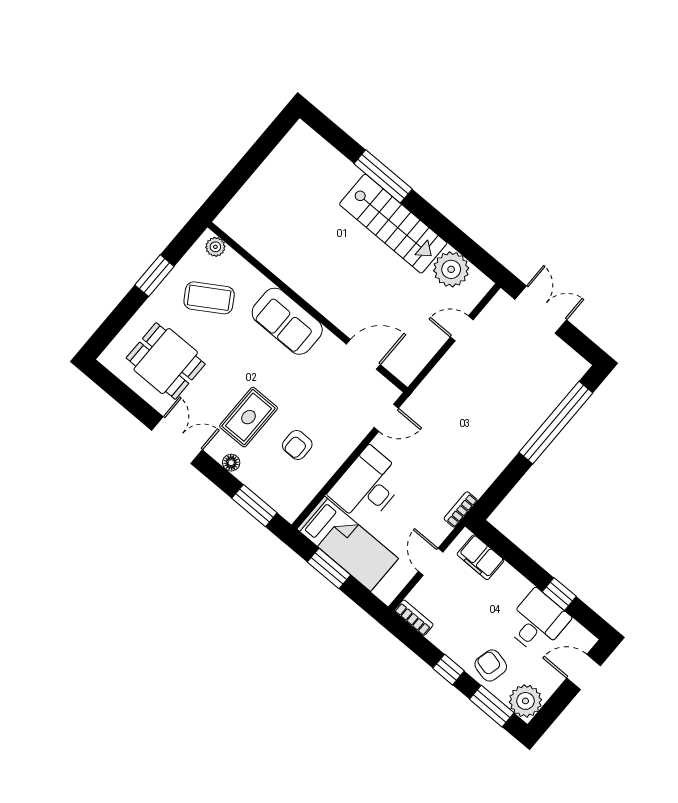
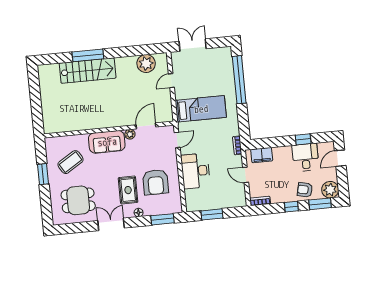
stairs: (393, 224) -> (88, 71), moved
plant: (215, 247) -> (130, 134), moved
armchair: (297, 445) -> (156, 182), width x1.88, depth x1.88
bed: (348, 544) -> (201, 109), moved

